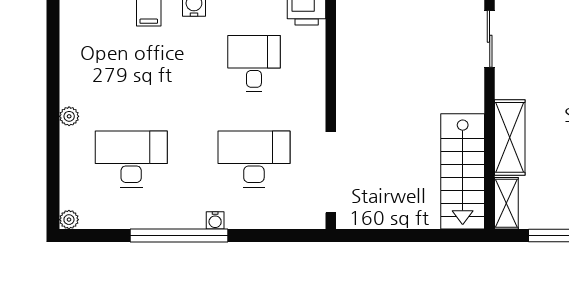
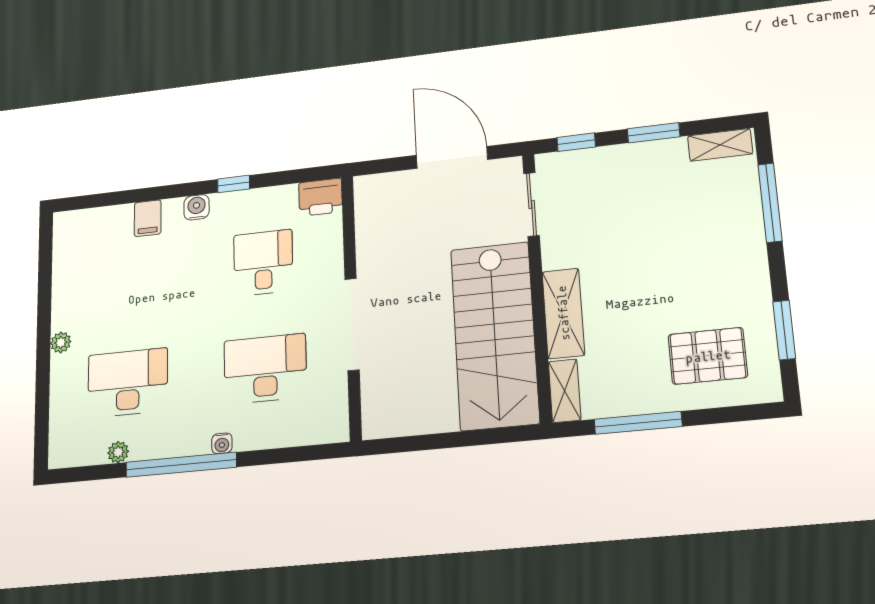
stairs: (463, 171) -> (495, 335), width x1.36, depth x1.51
doorway: (331, 172) -> (352, 324), moved
plant: (69, 220) -> (118, 452), moved

